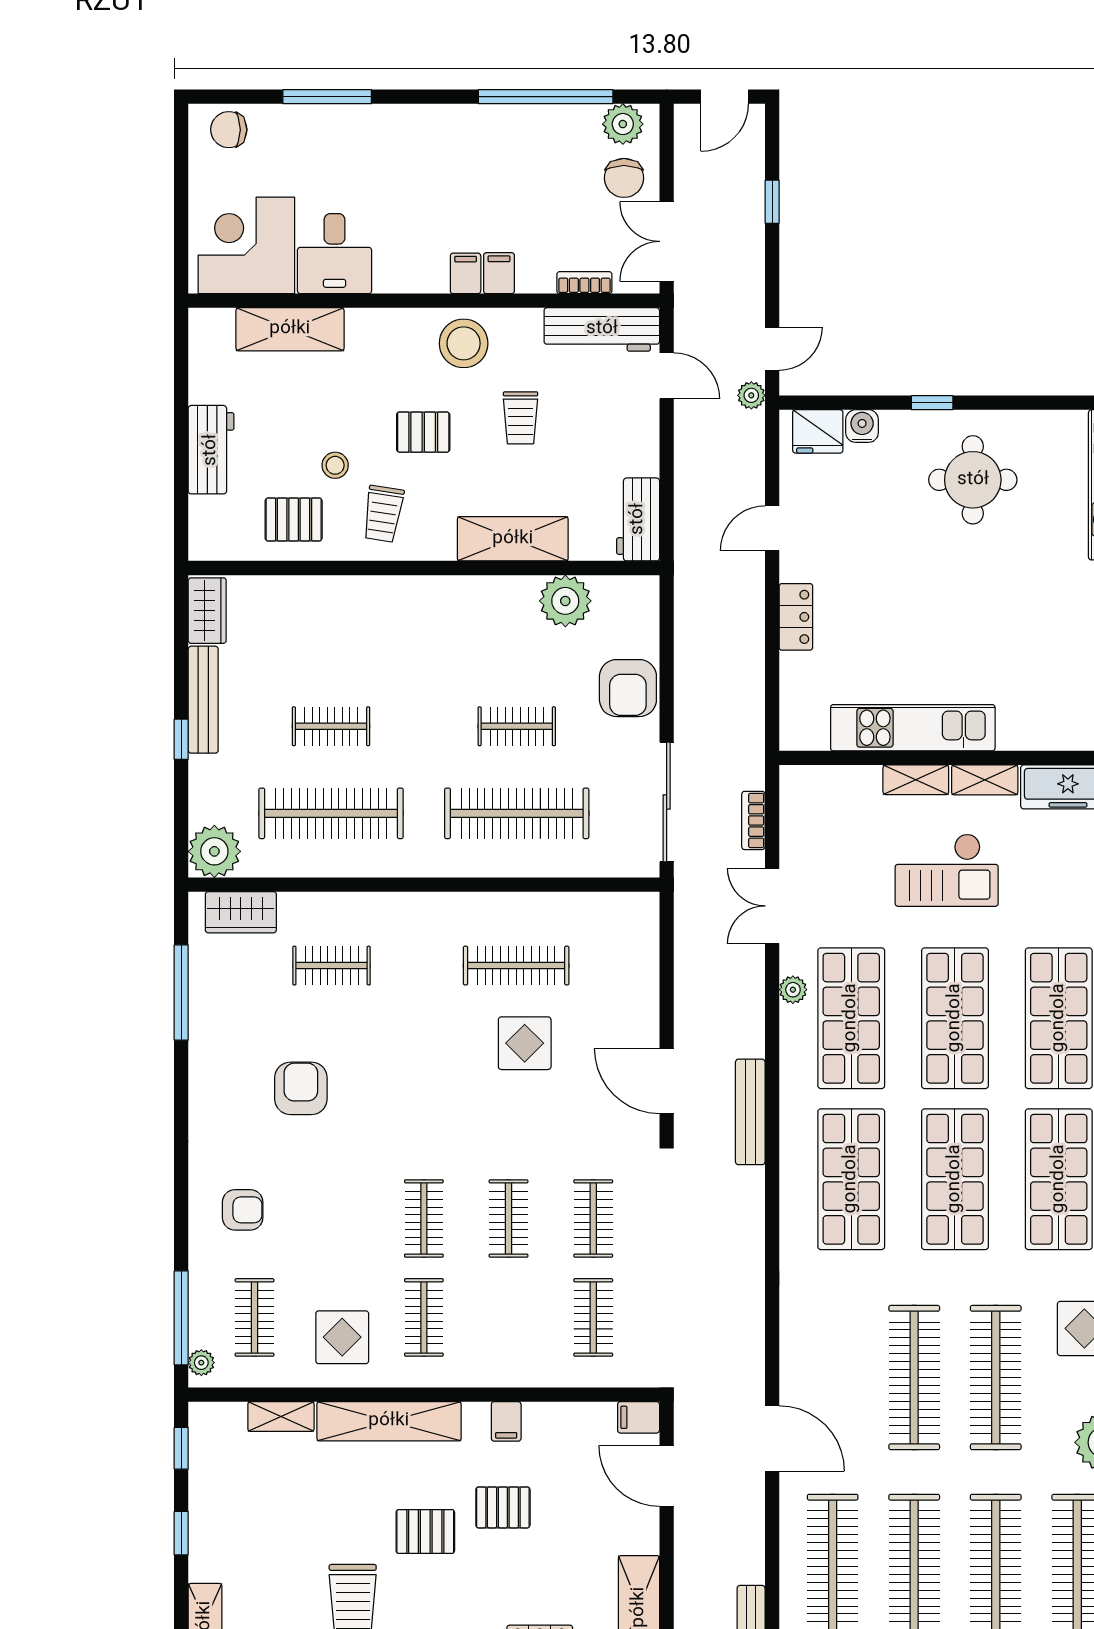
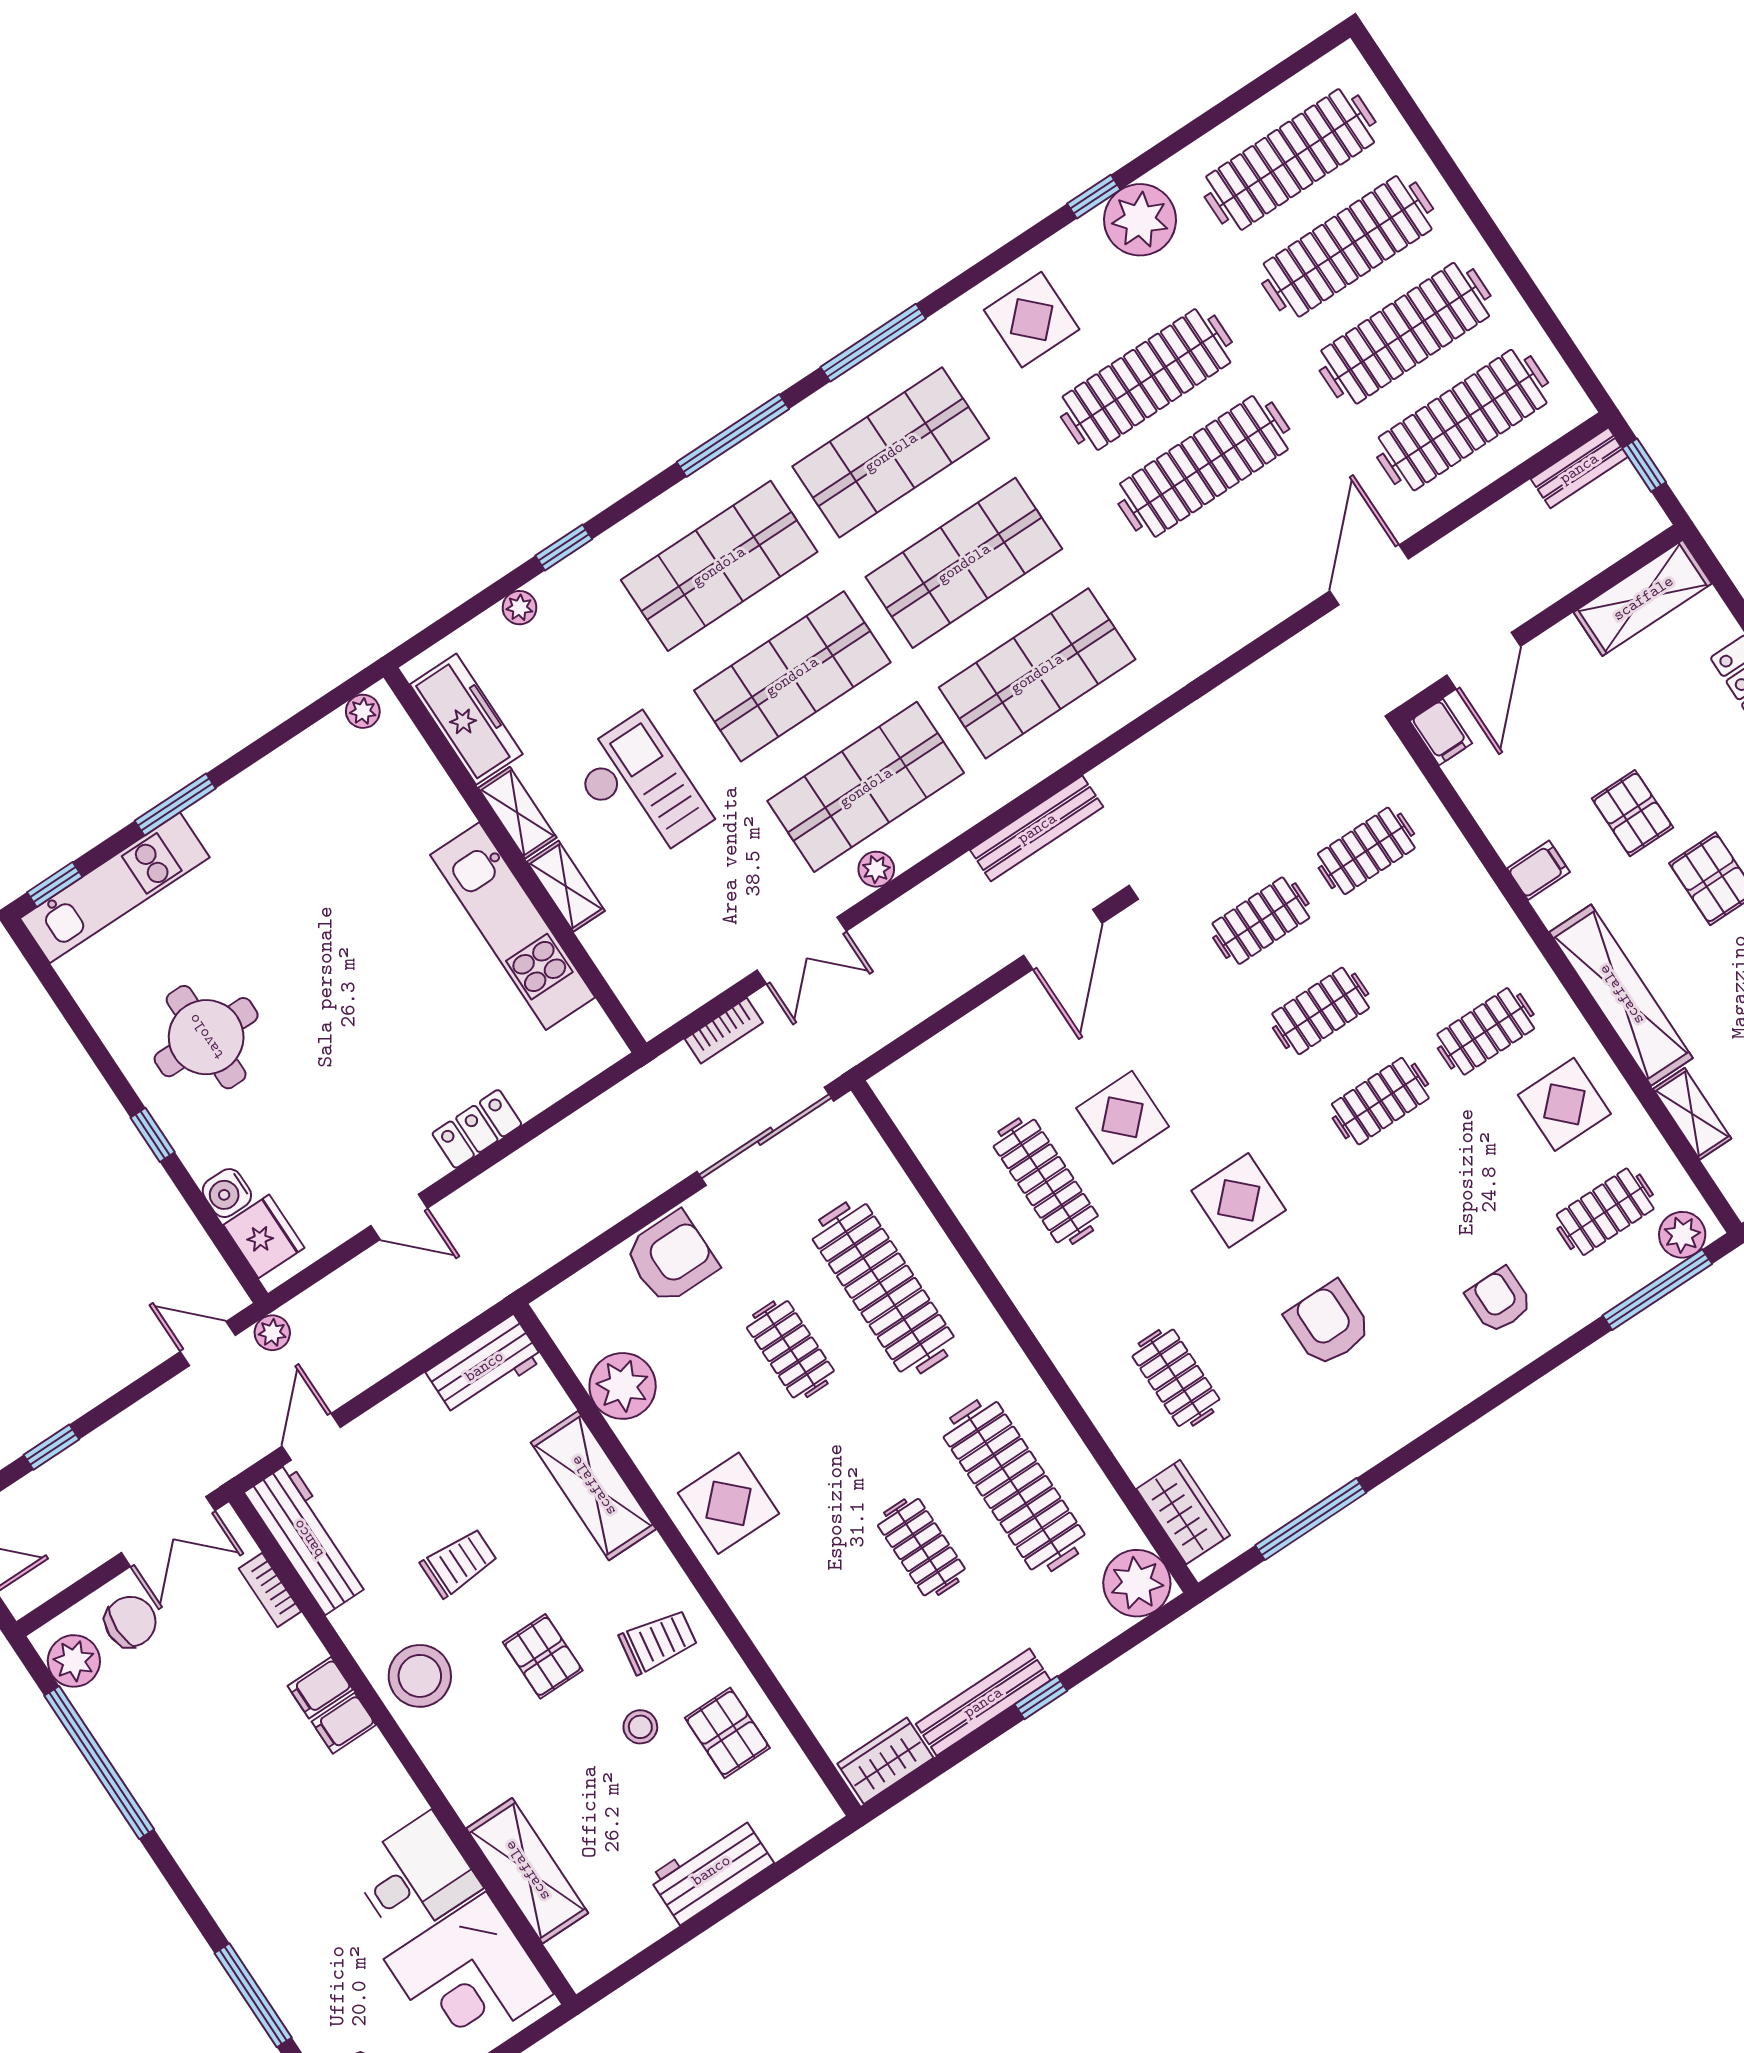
display table: (443, 619) -> (729, 1503), added
display table: (420, 1083) -> (1239, 1200), added
armchair: (301, 1088) -> (1328, 1324), turned 90
plant: (201, 1363) -> (1682, 1235), width x1.38, depth x1.38

